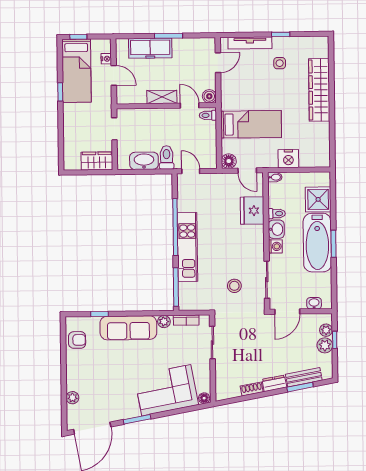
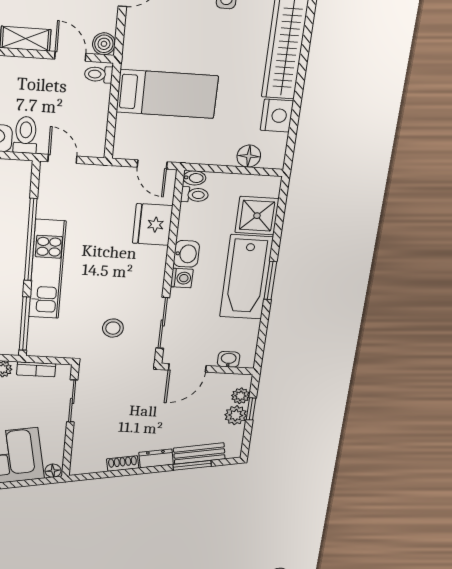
nightstand: (288, 159) -> (277, 116), moved, turned -90
floor lamp: (229, 161) -> (249, 156), moved
toilet: (277, 214) -> (195, 195), moved

